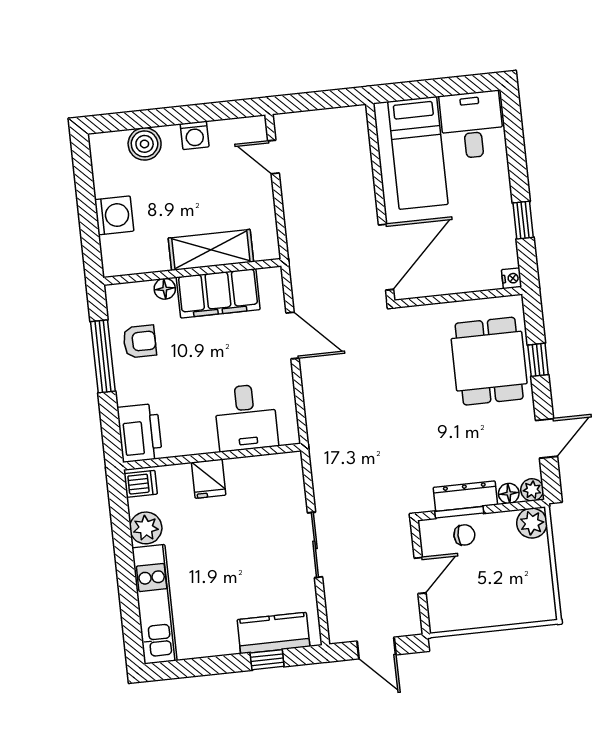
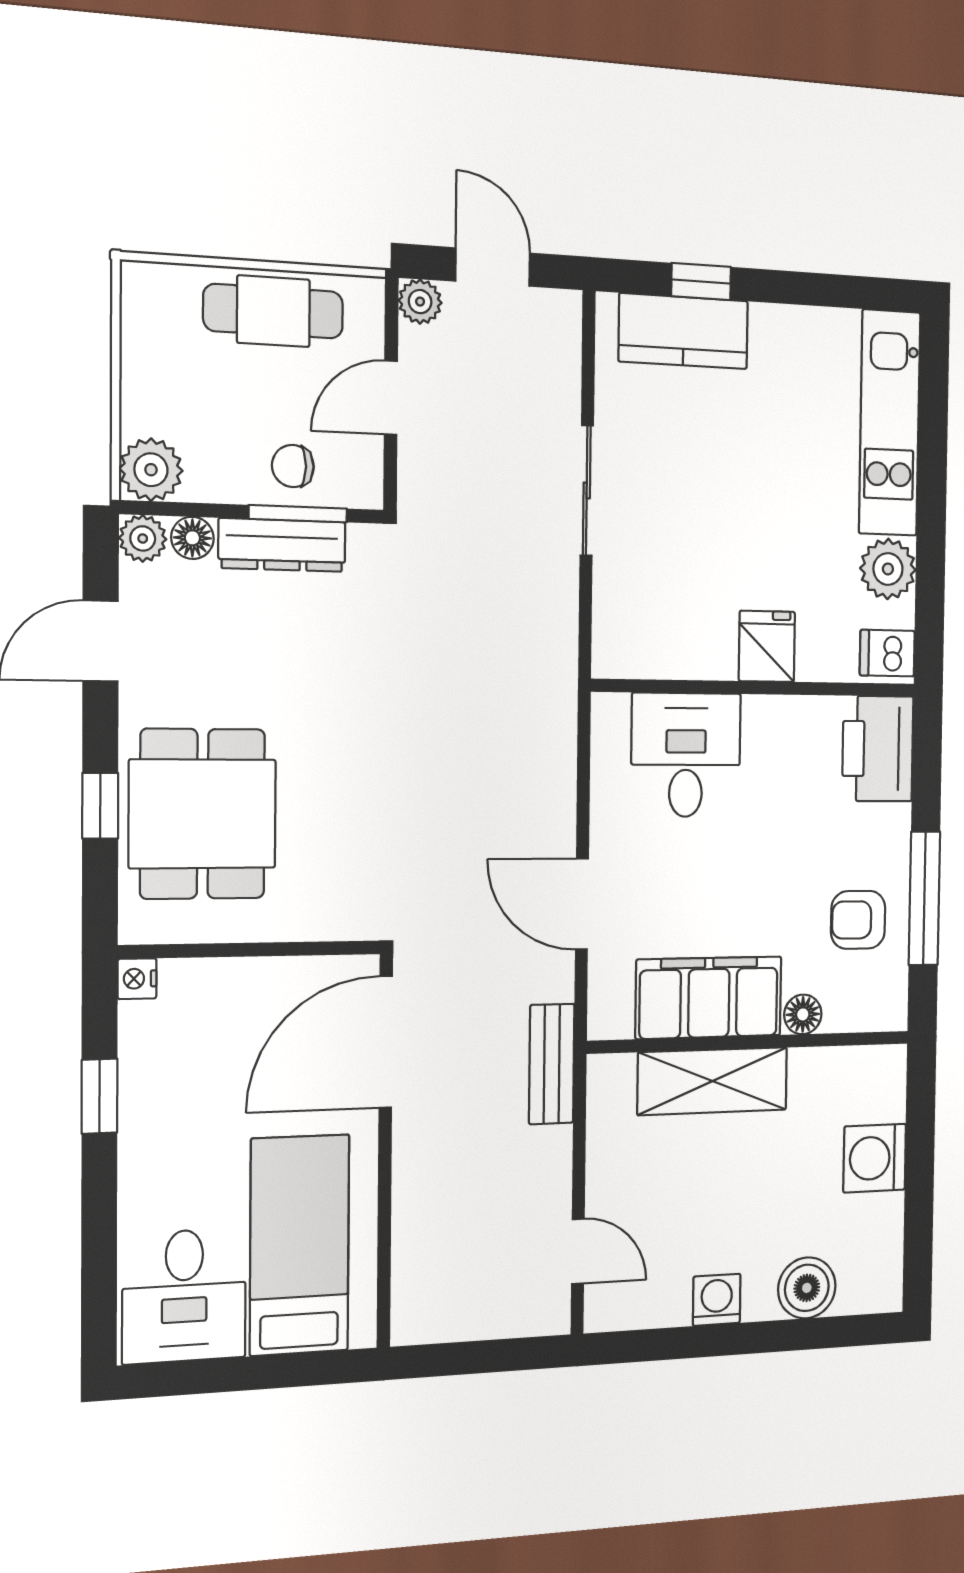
bench: (299, 252) -> (552, 1064), added
cafe table: (482, 608) -> (273, 311), added
plant: (411, 625) -> (420, 302), added

